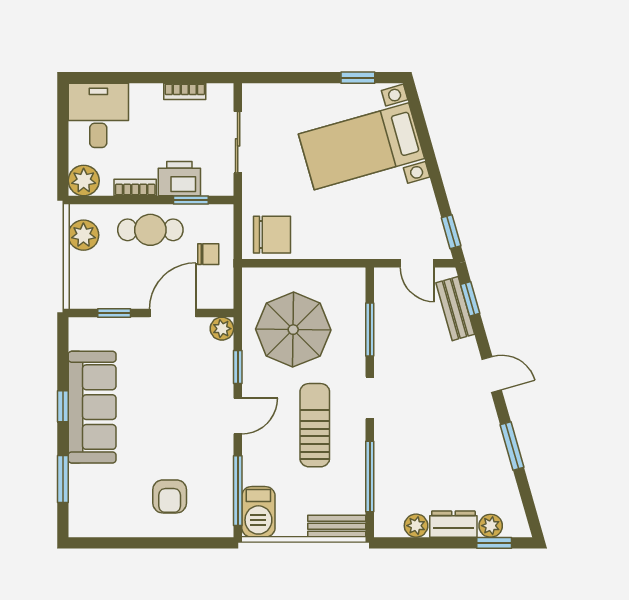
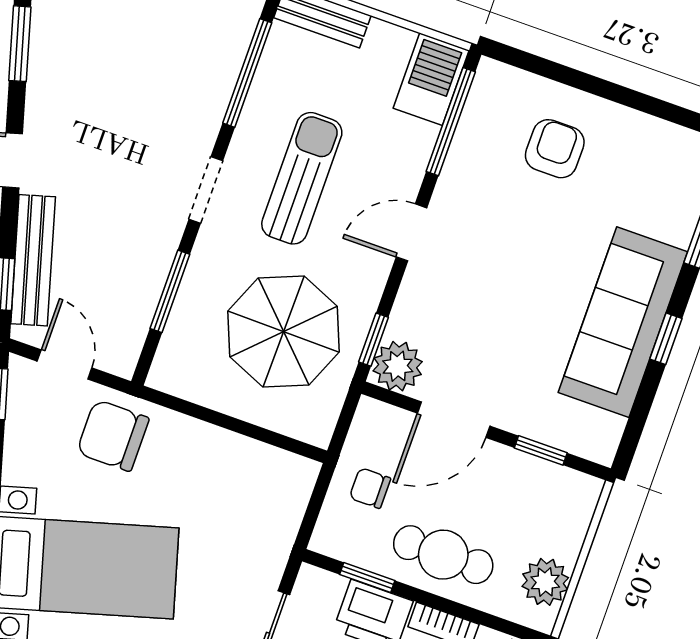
chair: (272, 235) -> (113, 435), moved
bench: (455, 309) -> (33, 260), width x1.36
plant: (222, 329) -> (398, 366), width x1.38, depth x1.38
window: (238, 367) -> (373, 340), moved
sun lounger: (315, 425) -> (302, 178), turned 180

